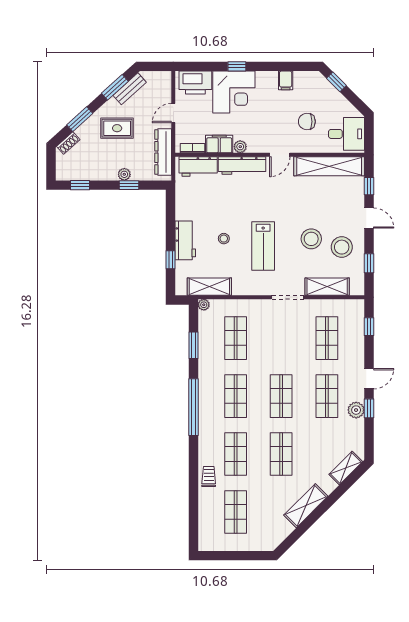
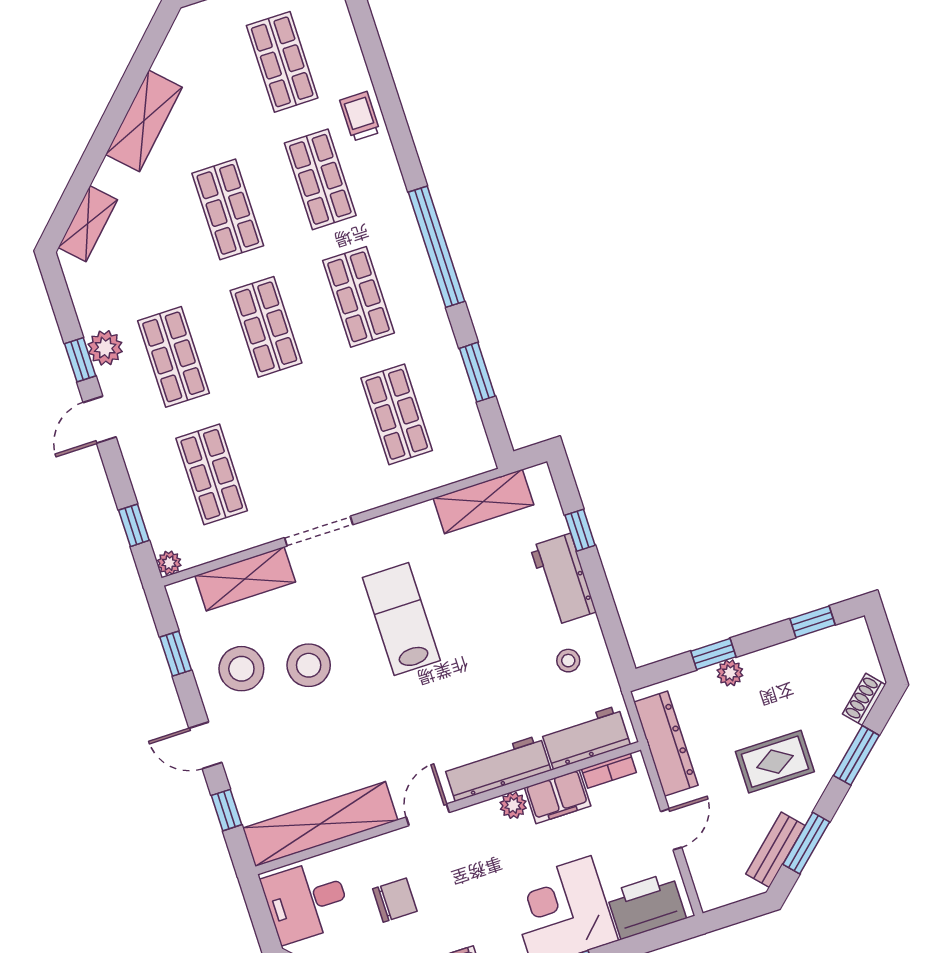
stool: (224, 239) -> (568, 661), moved
plant: (204, 305) -> (169, 563), moved
trolley: (209, 476) -> (360, 116), turned 180

